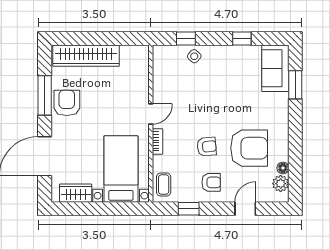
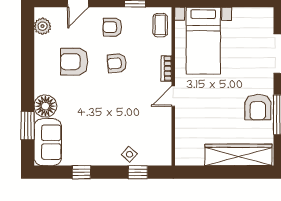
armchair: (249, 148) -> (74, 62), width x0.73, depth x0.73
floor lamp: (283, 168) -> (45, 106), moved, width x1.89, depth x1.89
wardrobe: (76, 193) -> (249, 16), removed

